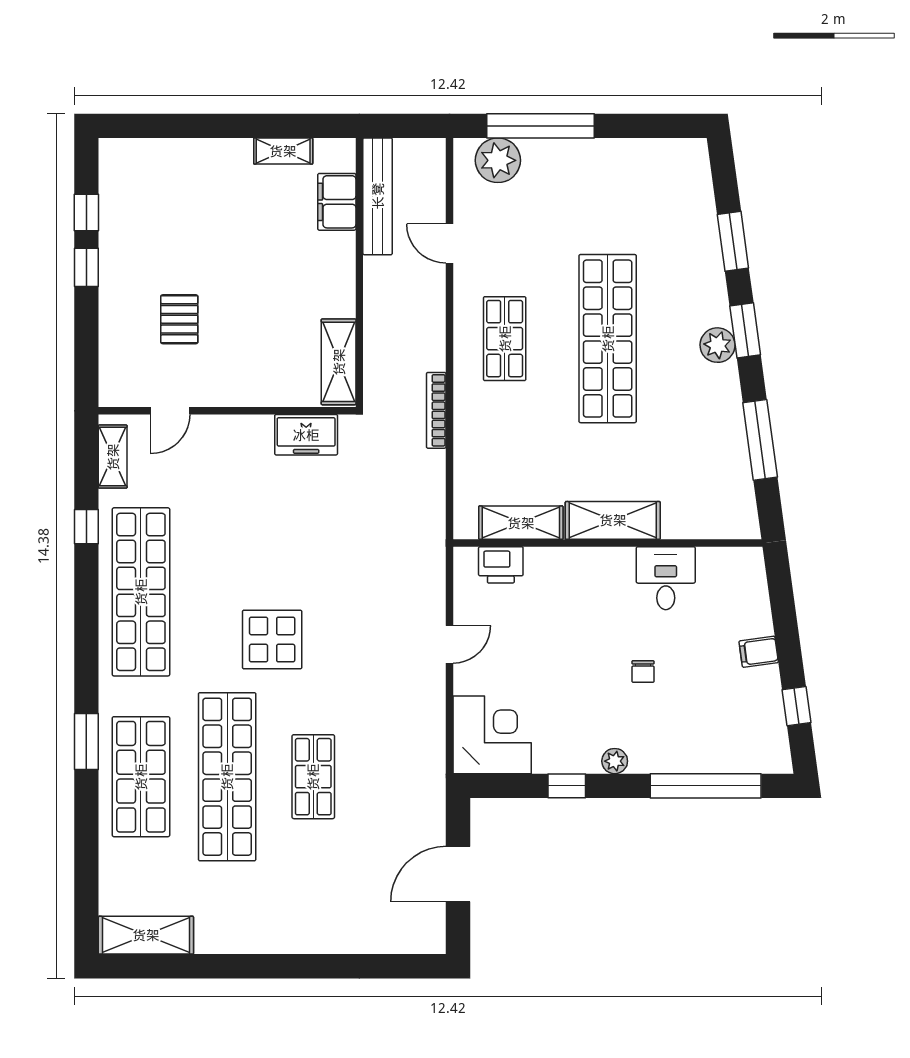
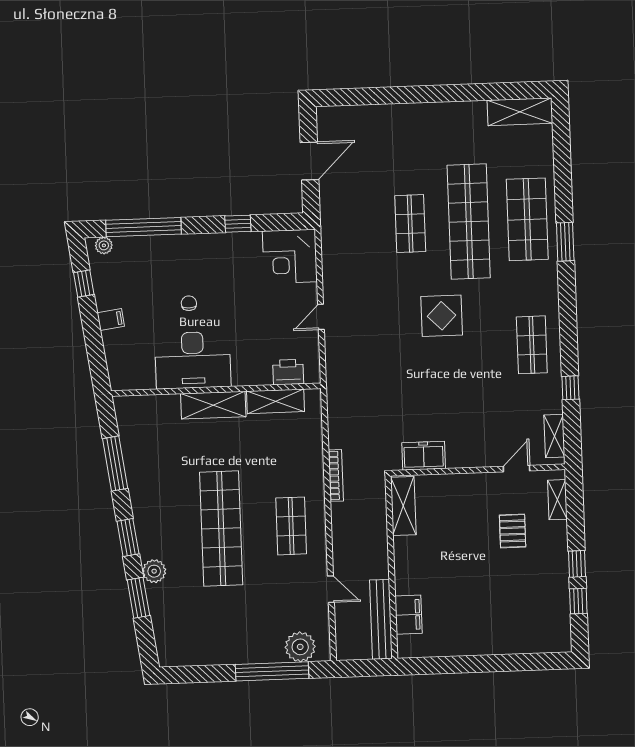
shelving: (283, 151) -> (557, 500), moved, turned 90
plant: (717, 345) -> (154, 571), moved
desk: (666, 578) -> (193, 360), width x1.87, depth x1.30
shop shelf: (141, 592) -> (532, 345), width x0.50, depth x0.74
plant: (615, 761) -> (104, 245), moved

